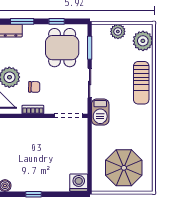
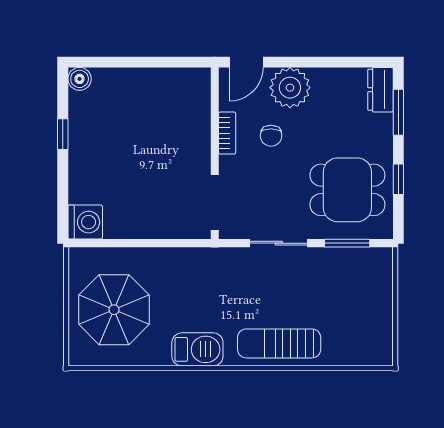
plant: (118, 31) -> (379, 298), removed
plant: (143, 41) -> (361, 347), removed
barbecue: (100, 112) -> (197, 349), moved, turned 180

